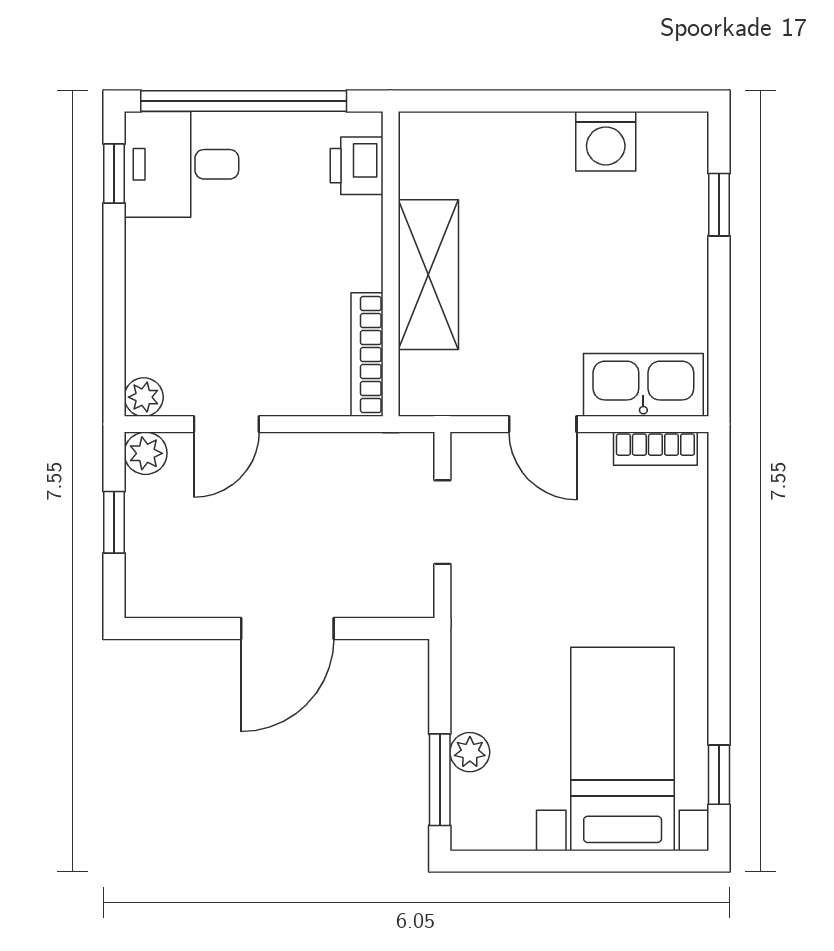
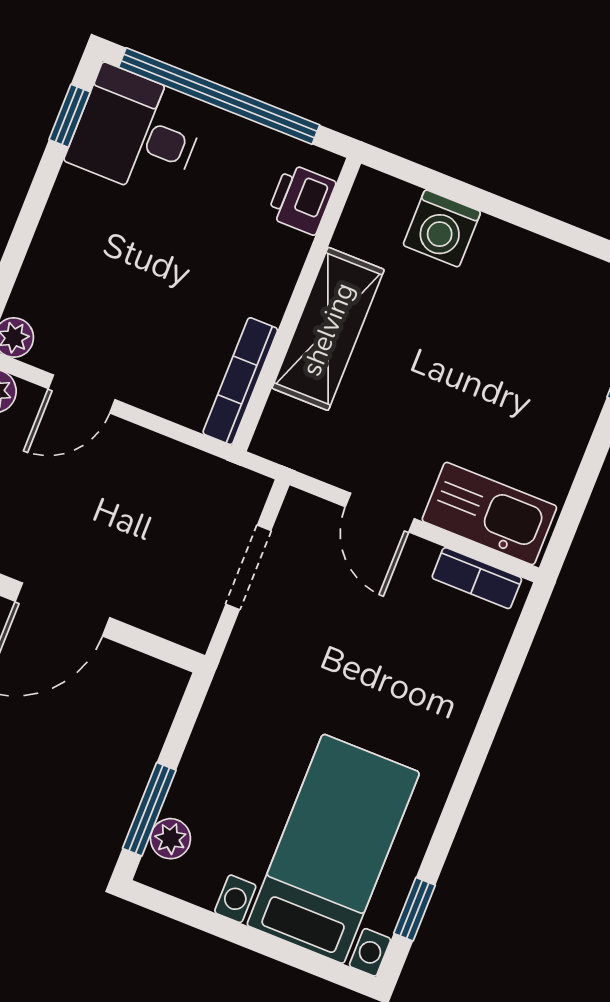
washing machine: (606, 141) -> (442, 228), moved
plant: (470, 752) -> (170, 839), moved

